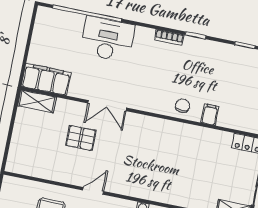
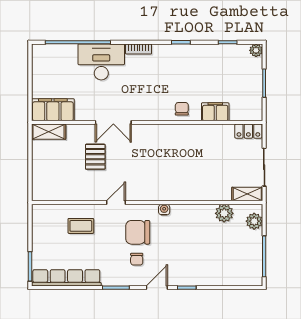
bookcase: (169, 37) -> (139, 49), moved
filing cabinet: (210, 115) -> (215, 112), width x2.00
pallet: (81, 138) -> (95, 157), turned 90

